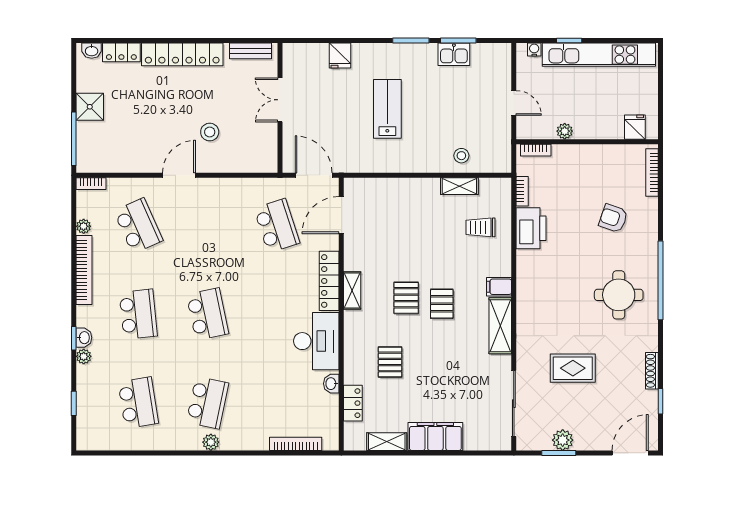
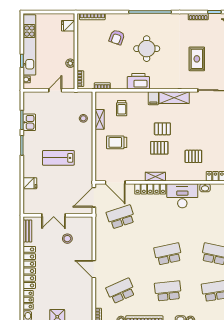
stool: (210, 132) -> (67, 239), moved
trolley: (416, 218) -> (117, 142), added
printer: (531, 228) -> (138, 81), moved
round table: (619, 295) -> (147, 49), moved

